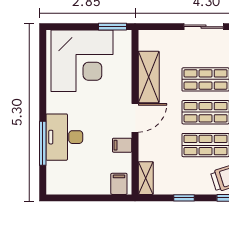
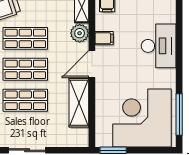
window: (43, 143) -> (179, 114), moved
plant: (148, 151) -> (80, 33), added

